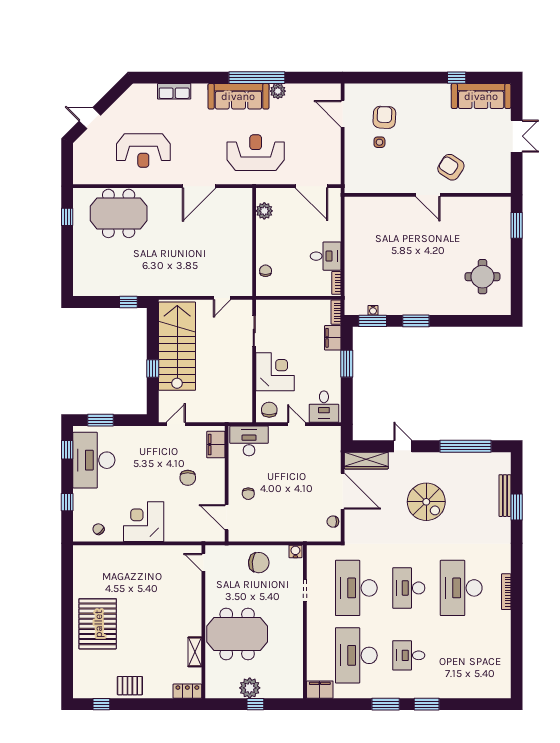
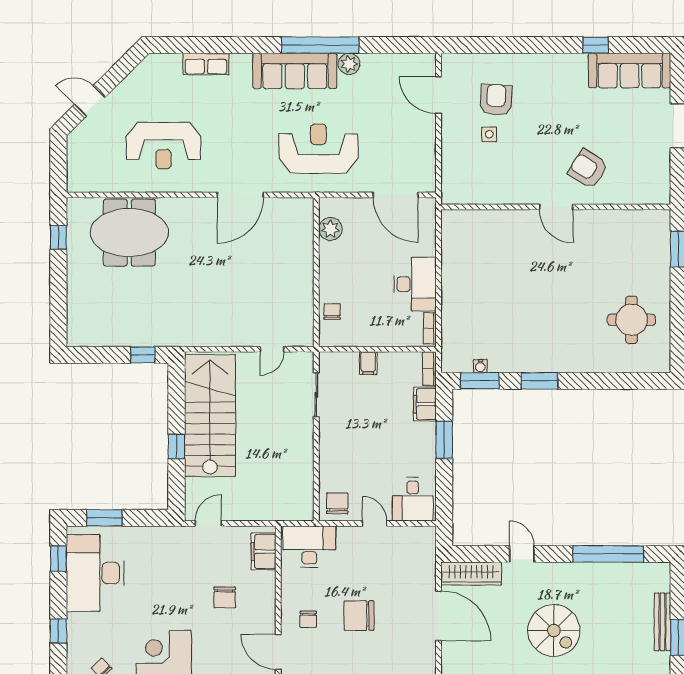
desk: (326, 256) -> (415, 284), width x1.37
filing cabinet: (292, 308) -> (368, 363), added
corner desk: (275, 372) -> (345, 451), removed
chair: (333, 522) -> (359, 616), moved, width x1.87, depth x1.87

